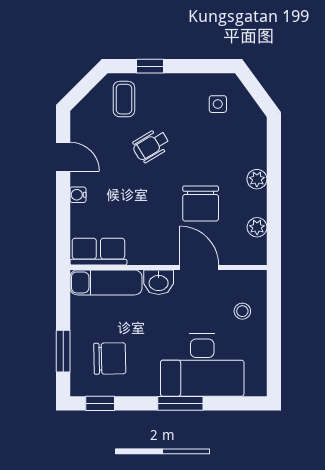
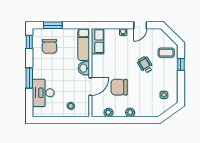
desk: (202, 365) -> (43, 93), width x0.73, depth x0.77

